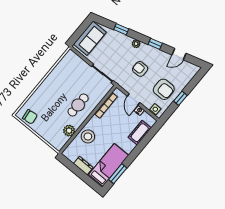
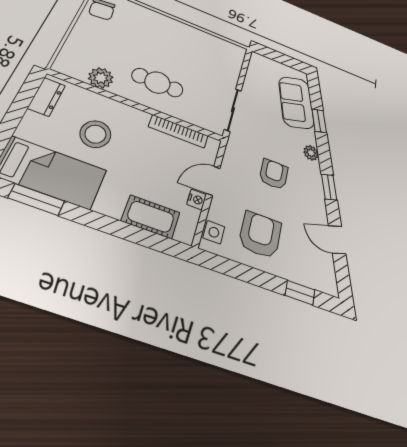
sofa: (90, 38) -> (296, 102), moved, turned 74
armchair: (164, 89) -> (260, 235), turned 180
window: (180, 98) -> (300, 293), moved
stool: (88, 136) -> (95, 134), moved
dresser: (83, 166) -> (47, 97), moved

